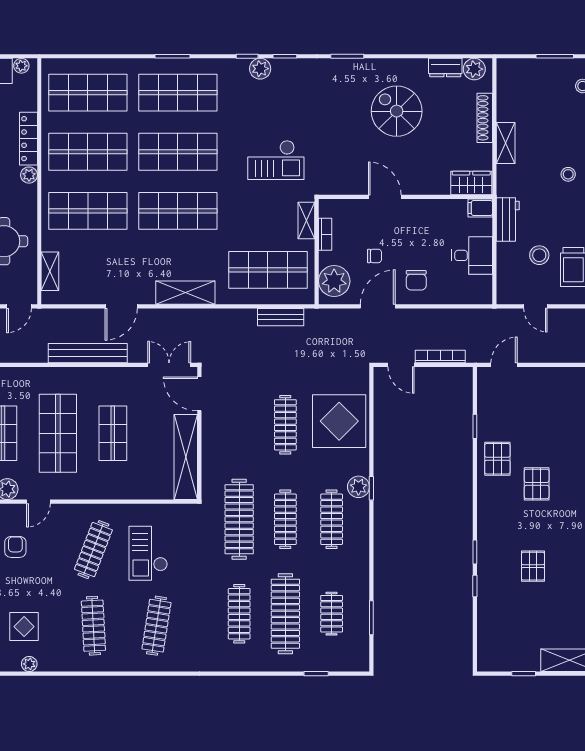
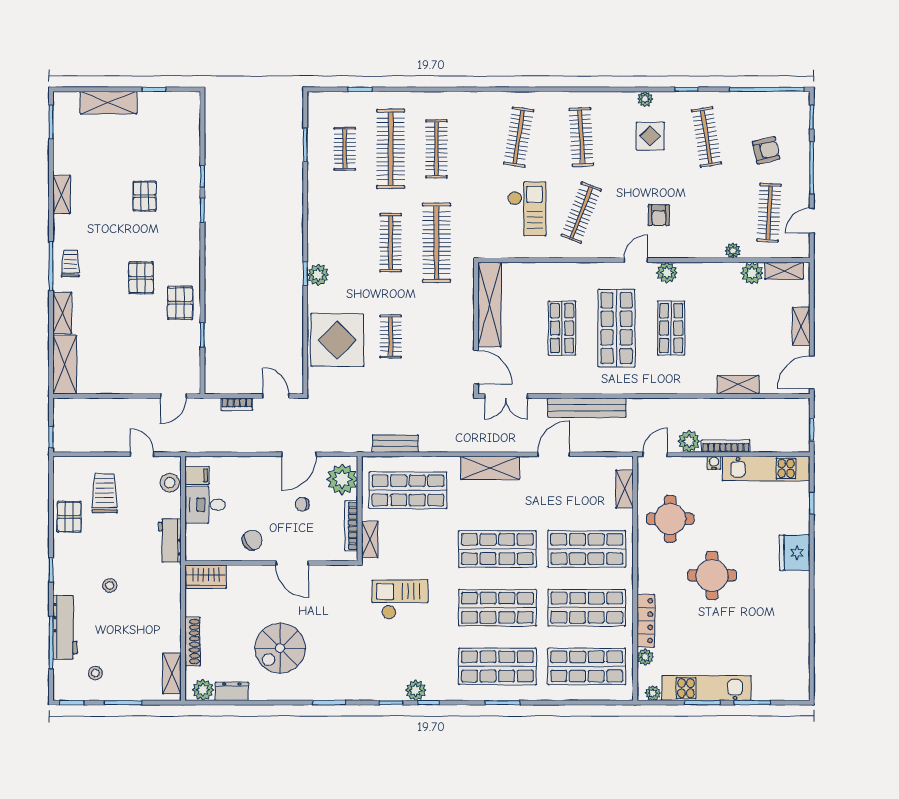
spiral stairs: (397, 111) -> (280, 648), turned 90
shelving: (506, 143) -> (172, 674), moved
plant: (29, 175) -> (645, 657), moved
filing cabinet: (480, 208) -> (197, 475), moved
bookcase: (325, 234) -> (351, 526), width x1.56
stool: (539, 255) -> (170, 483), moved
chair: (416, 280) -> (252, 540), moved, turned 58
bookcase: (440, 357) -> (237, 404), width x0.64
clothes rail: (285, 425) -> (391, 337), width x0.73
clothes rail: (332, 519) -> (345, 243), removed

